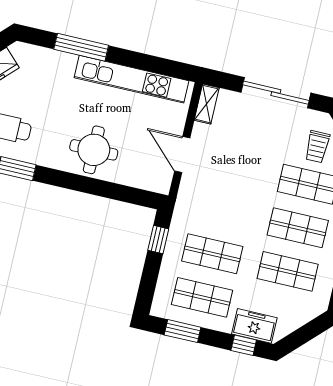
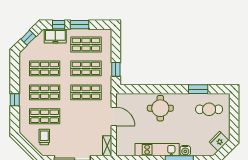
water cooler: (66, 62) -> (185, 151), added
kitchen unit: (132, 79) -> (157, 150), width x0.73
shop shelf: (222, 210) -> (86, 92), added
window: (183, 331) -> (80, 25), moved
window: (304, 334) -> (28, 38), added

